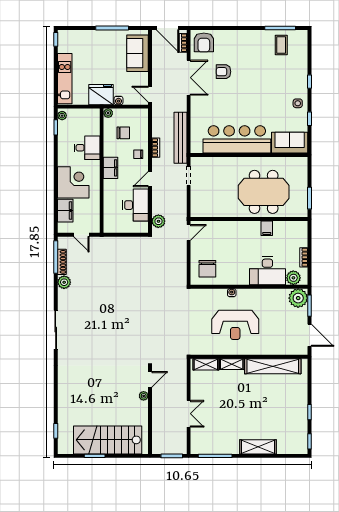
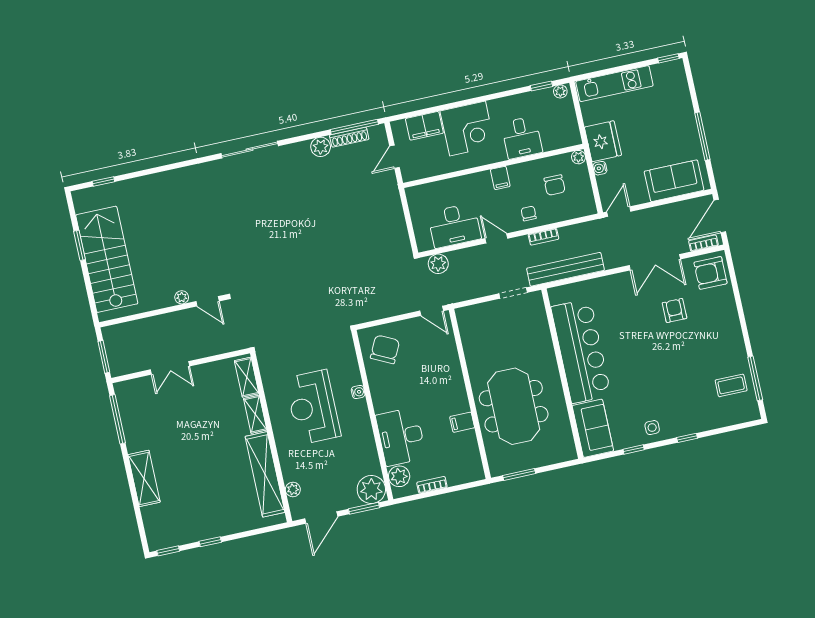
filing cabinet: (111, 168) -> (500, 178), width x0.50
chair: (207, 269) -> (385, 349), turned 116
plant: (287, 350) -> (293, 489), added

